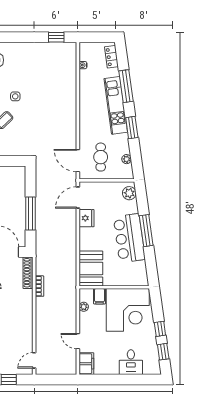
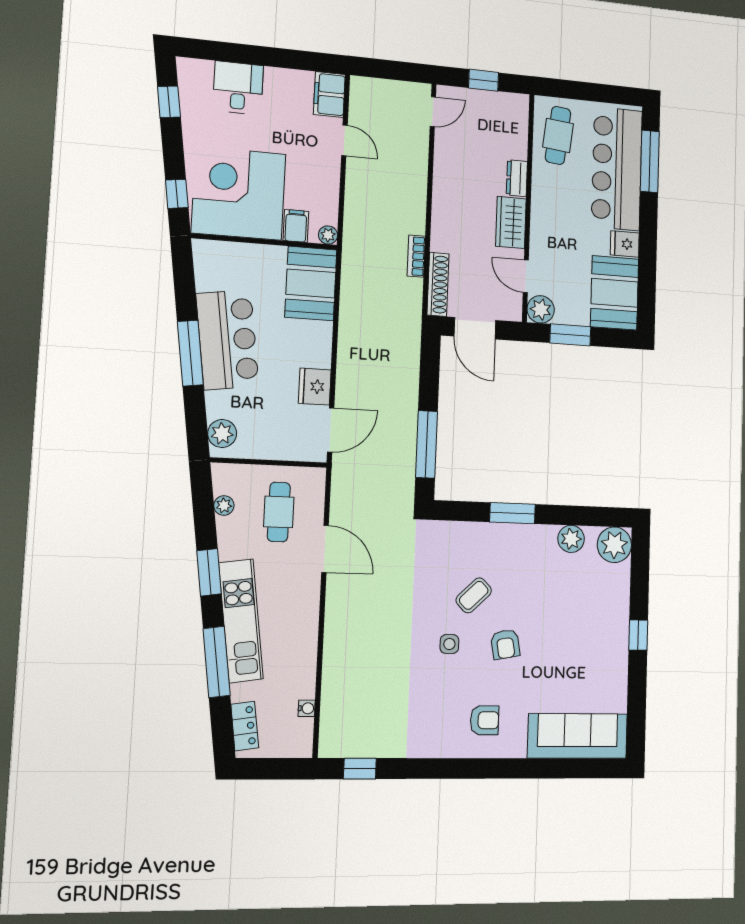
door: (78, 161) -> (325, 549), moved
window: (31, 213) -> (427, 444), moved
plant: (84, 307) -> (328, 235), moved
window: (160, 329) -> (177, 194), moved

